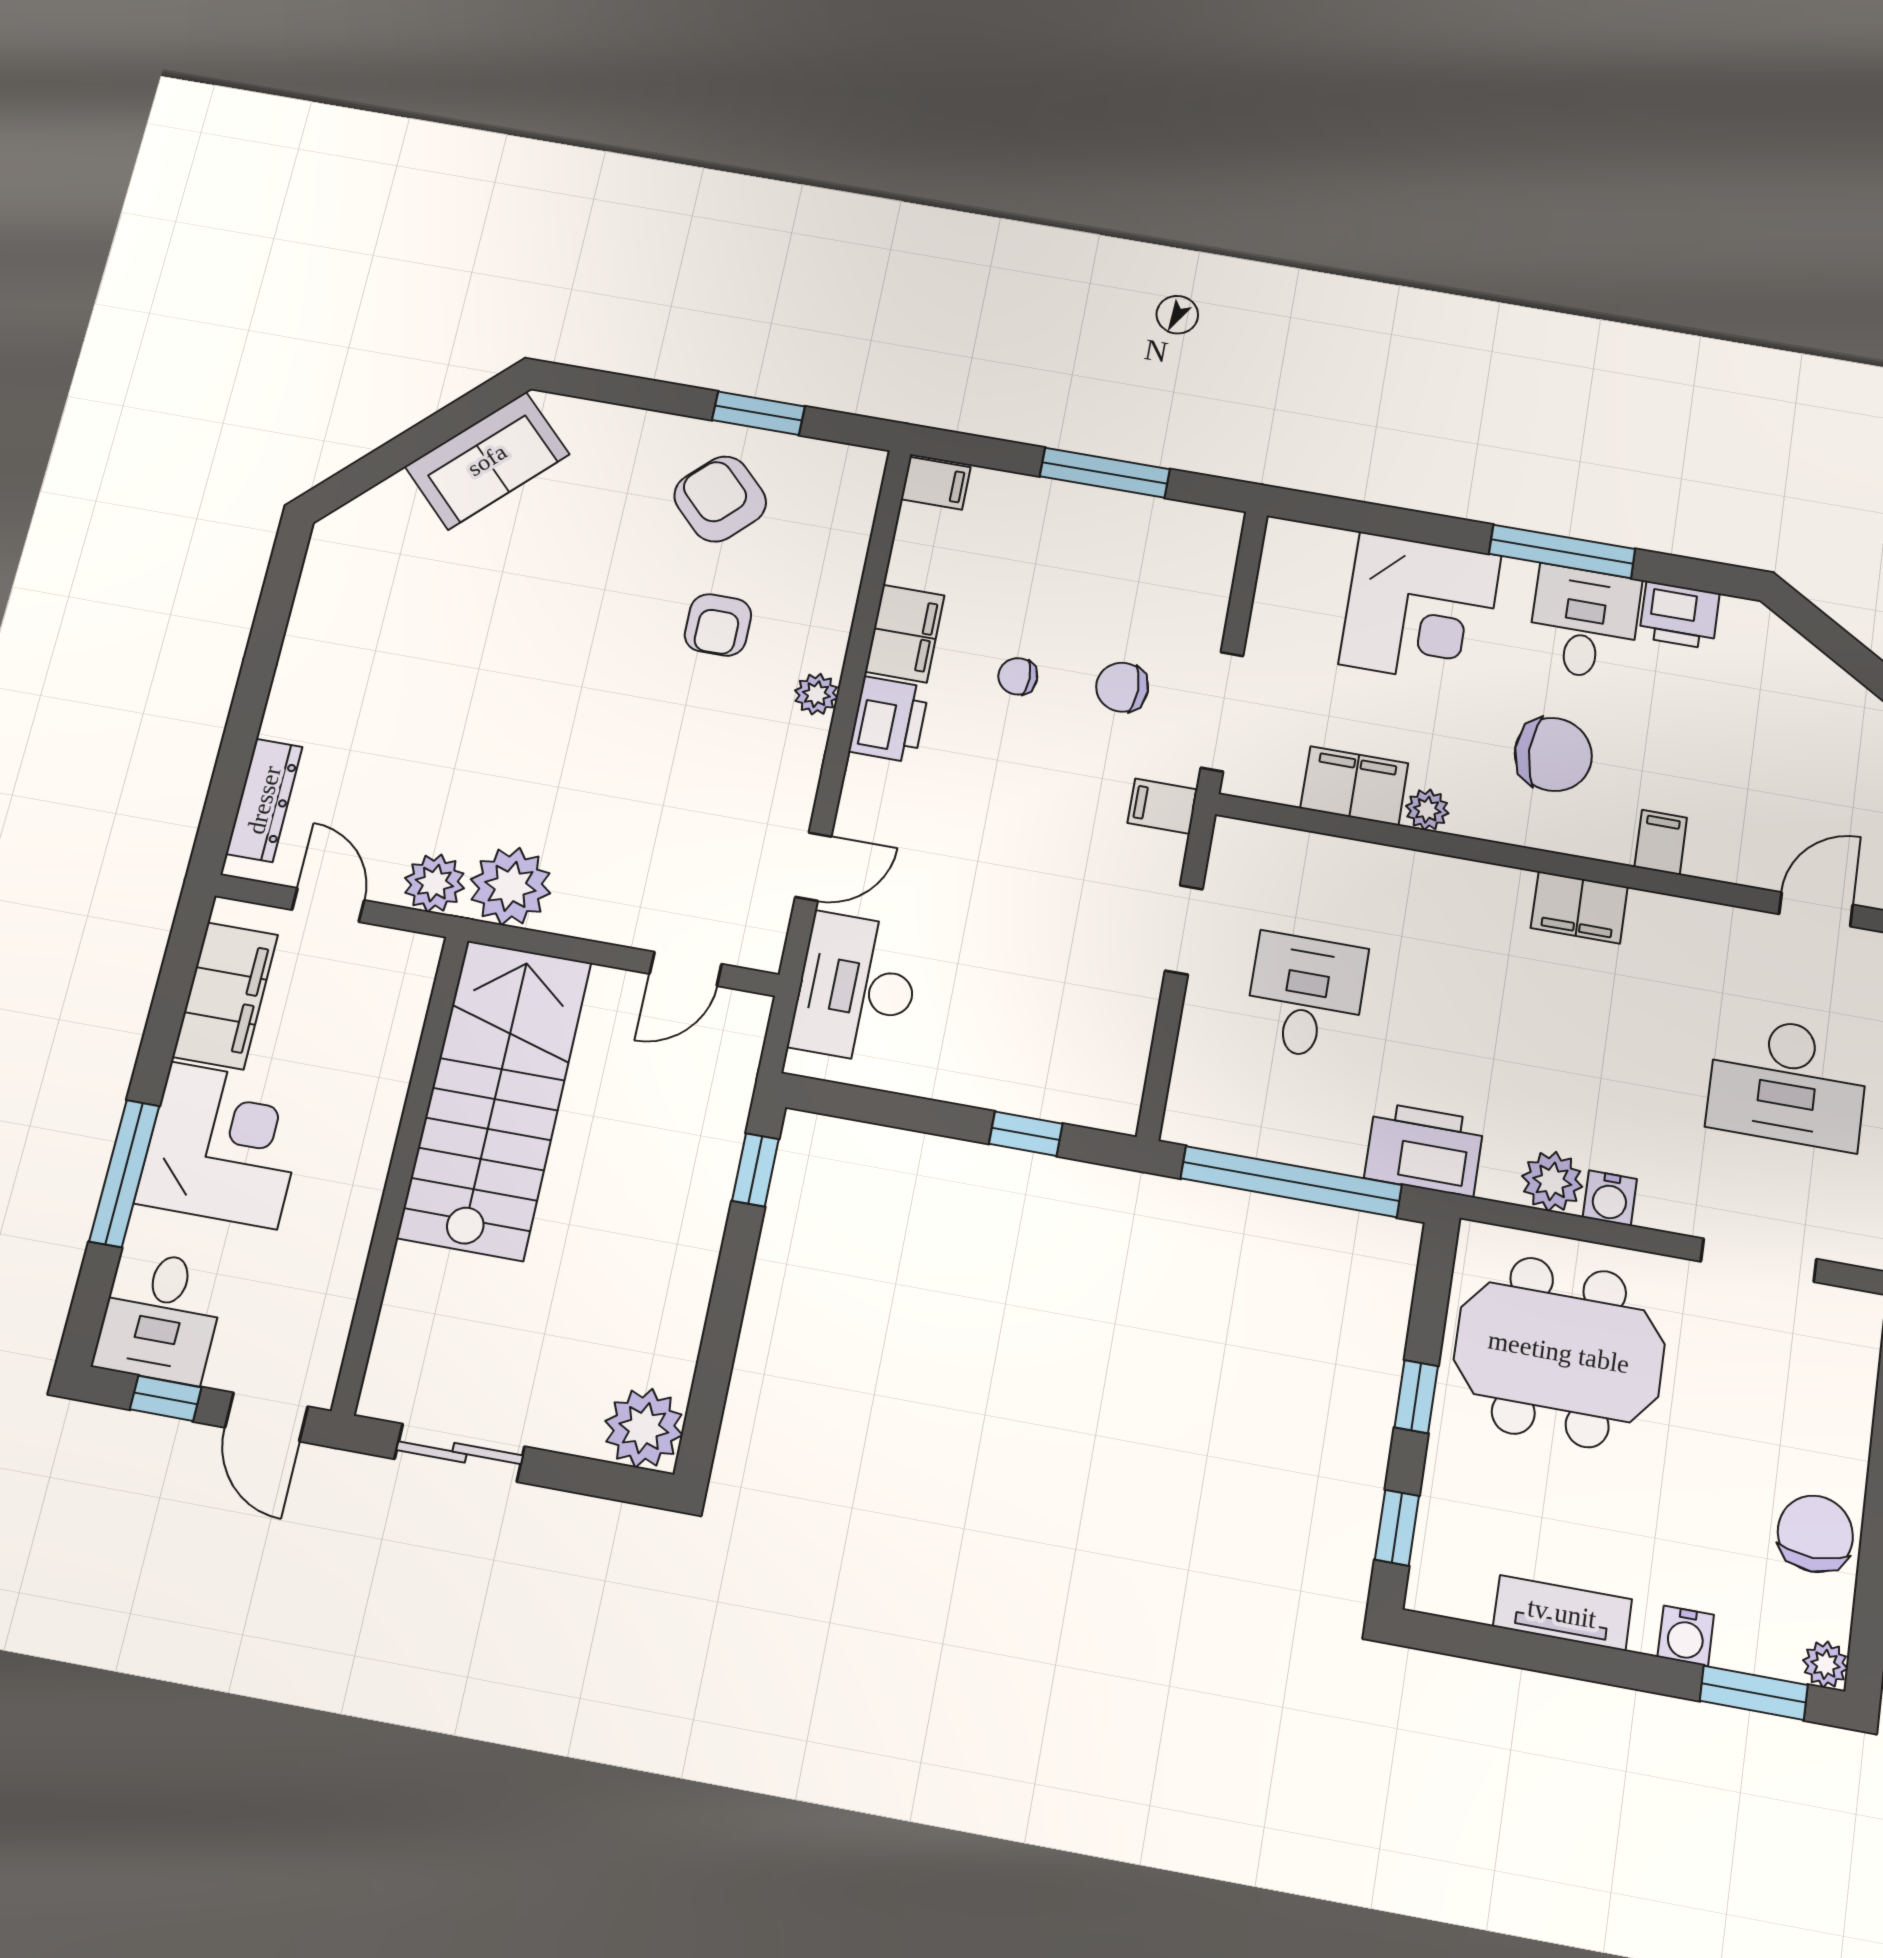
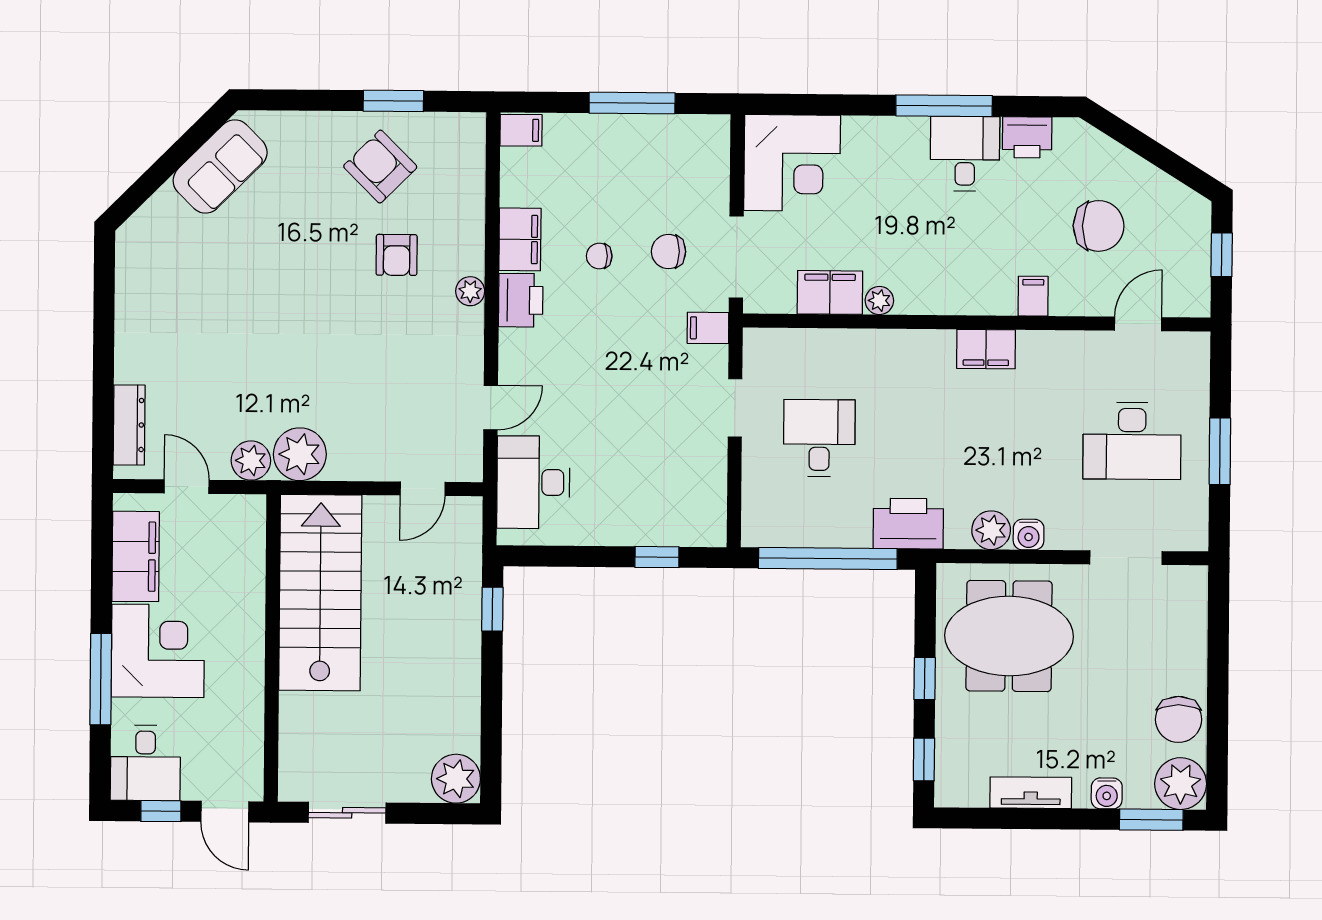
corner desk: (1420, 610) -> (792, 163), moved
chair: (1553, 754) -> (1099, 226), moved
chair: (1815, 1534) -> (1179, 719), turned 180
plant: (1825, 1664) -> (1181, 784), width x1.88, depth x1.88

